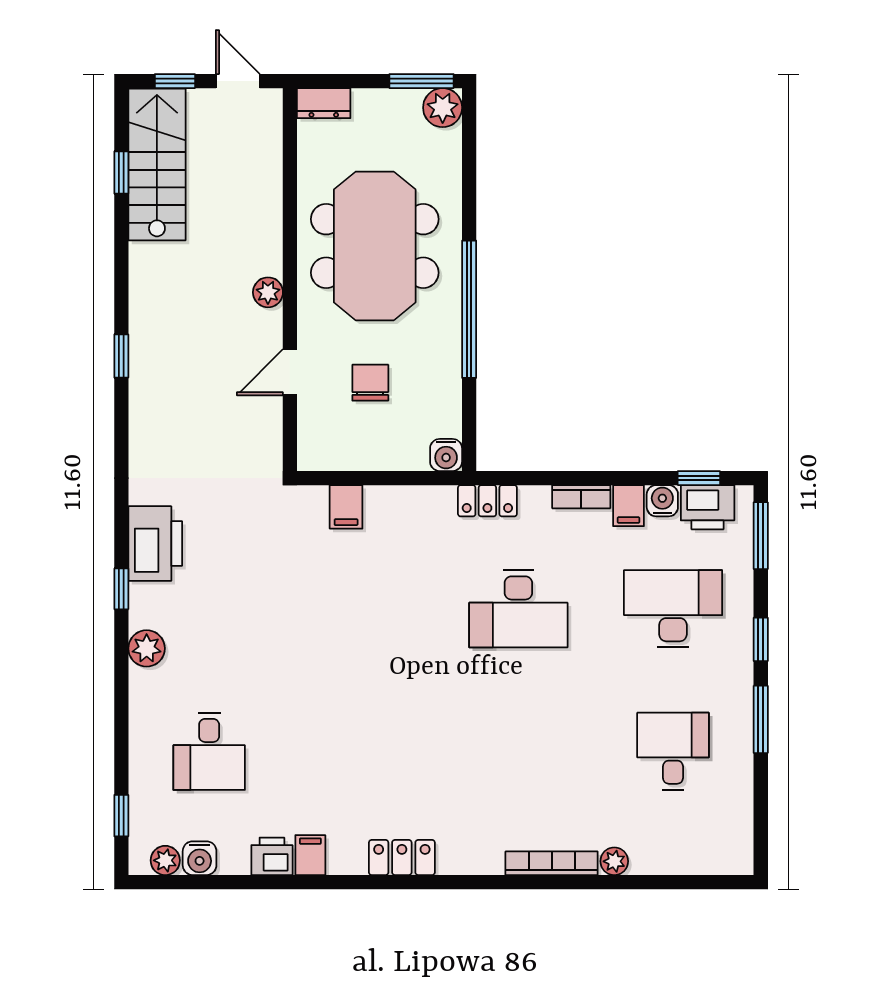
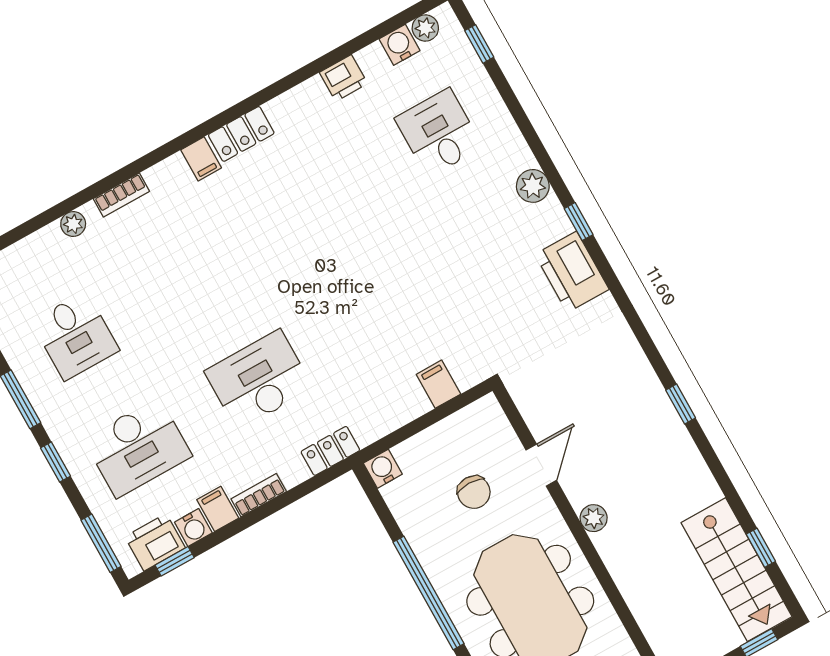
filing cabinet: (310, 855) -> (201, 159), moved
bookcase: (552, 863) -> (121, 195), width x0.64

